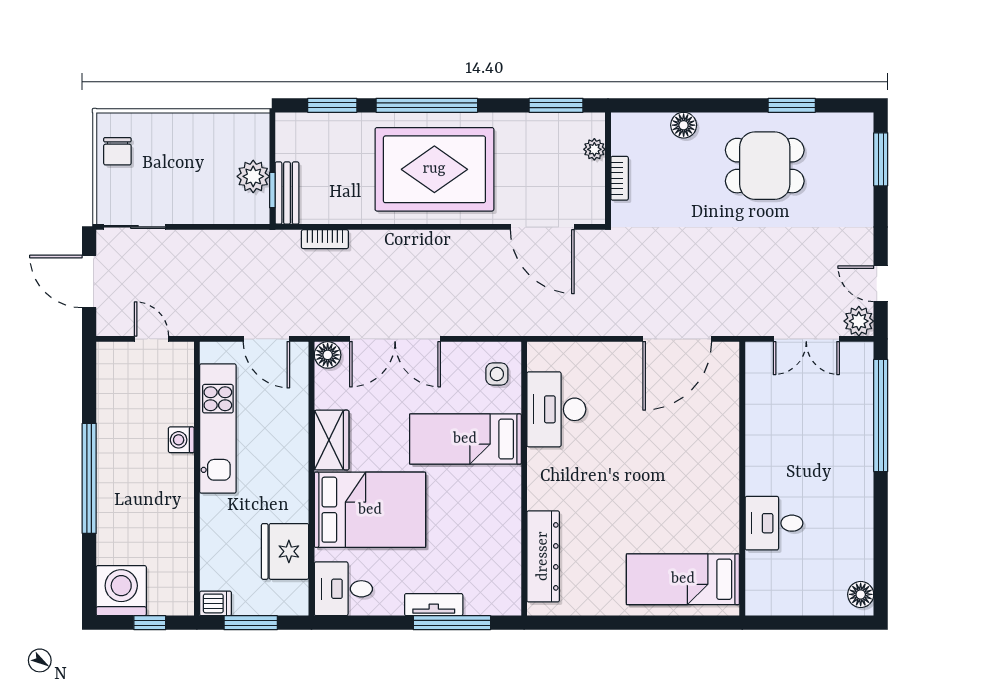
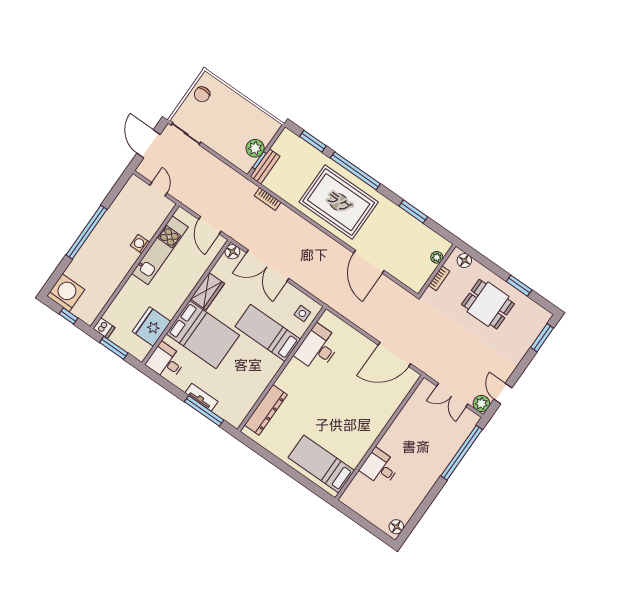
plant: (594, 149) -> (437, 257), moved
wall: (608, 168) -> (437, 270), moved
bookcase: (620, 178) -> (439, 278), moved

